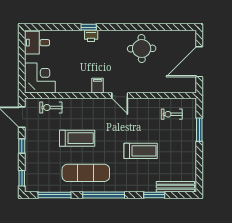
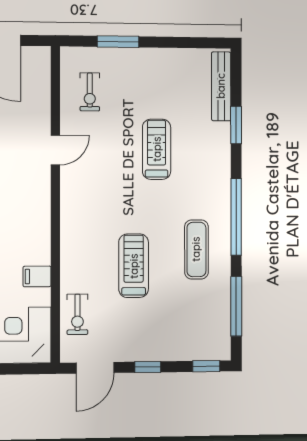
filing cabinet: (98, 86) -> (37, 276), moved
door: (120, 96) -> (55, 150), moved
exercise mat: (86, 173) -> (196, 249), width x0.73, depth x0.69

